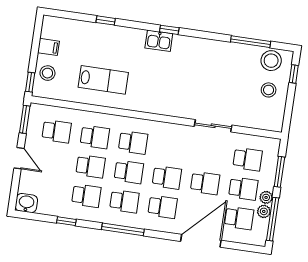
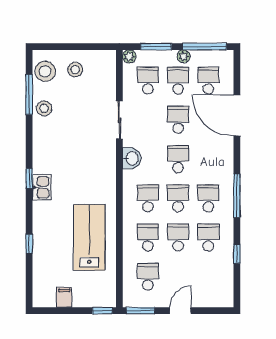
stool: (47, 73) -> (44, 108), moved
window: (294, 74) -> (55, 47), removed
lab bench: (103, 80) -> (89, 237), width x1.36, depth x1.39
washbasin: (26, 203) -> (132, 158), moved, turned 180
school desk: (163, 207) -> (208, 159), removed
plant: (264, 211) -> (129, 57), moved

